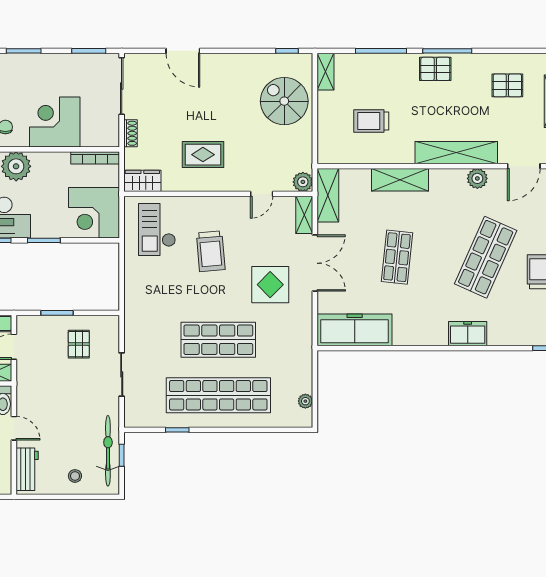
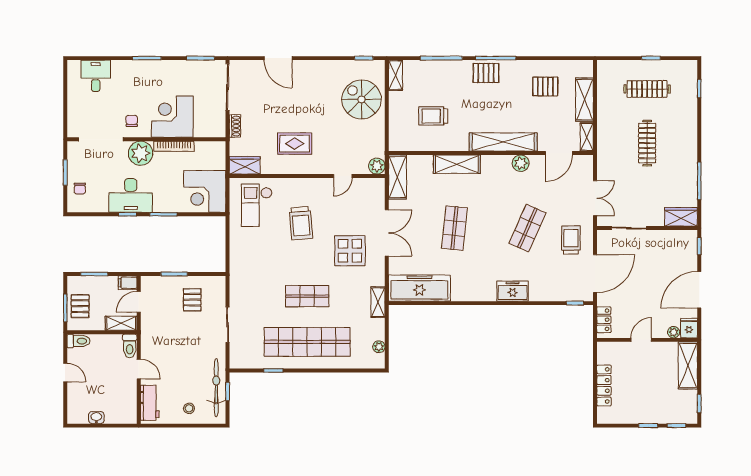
bookcase: (95, 158) -> (174, 146), moved
shelving: (304, 215) -> (378, 302), moved
shop shelf: (486, 257) -> (527, 228), width x0.70, depth x0.74
shop shelf: (218, 340) -> (307, 296), width x0.70, depth x0.74

